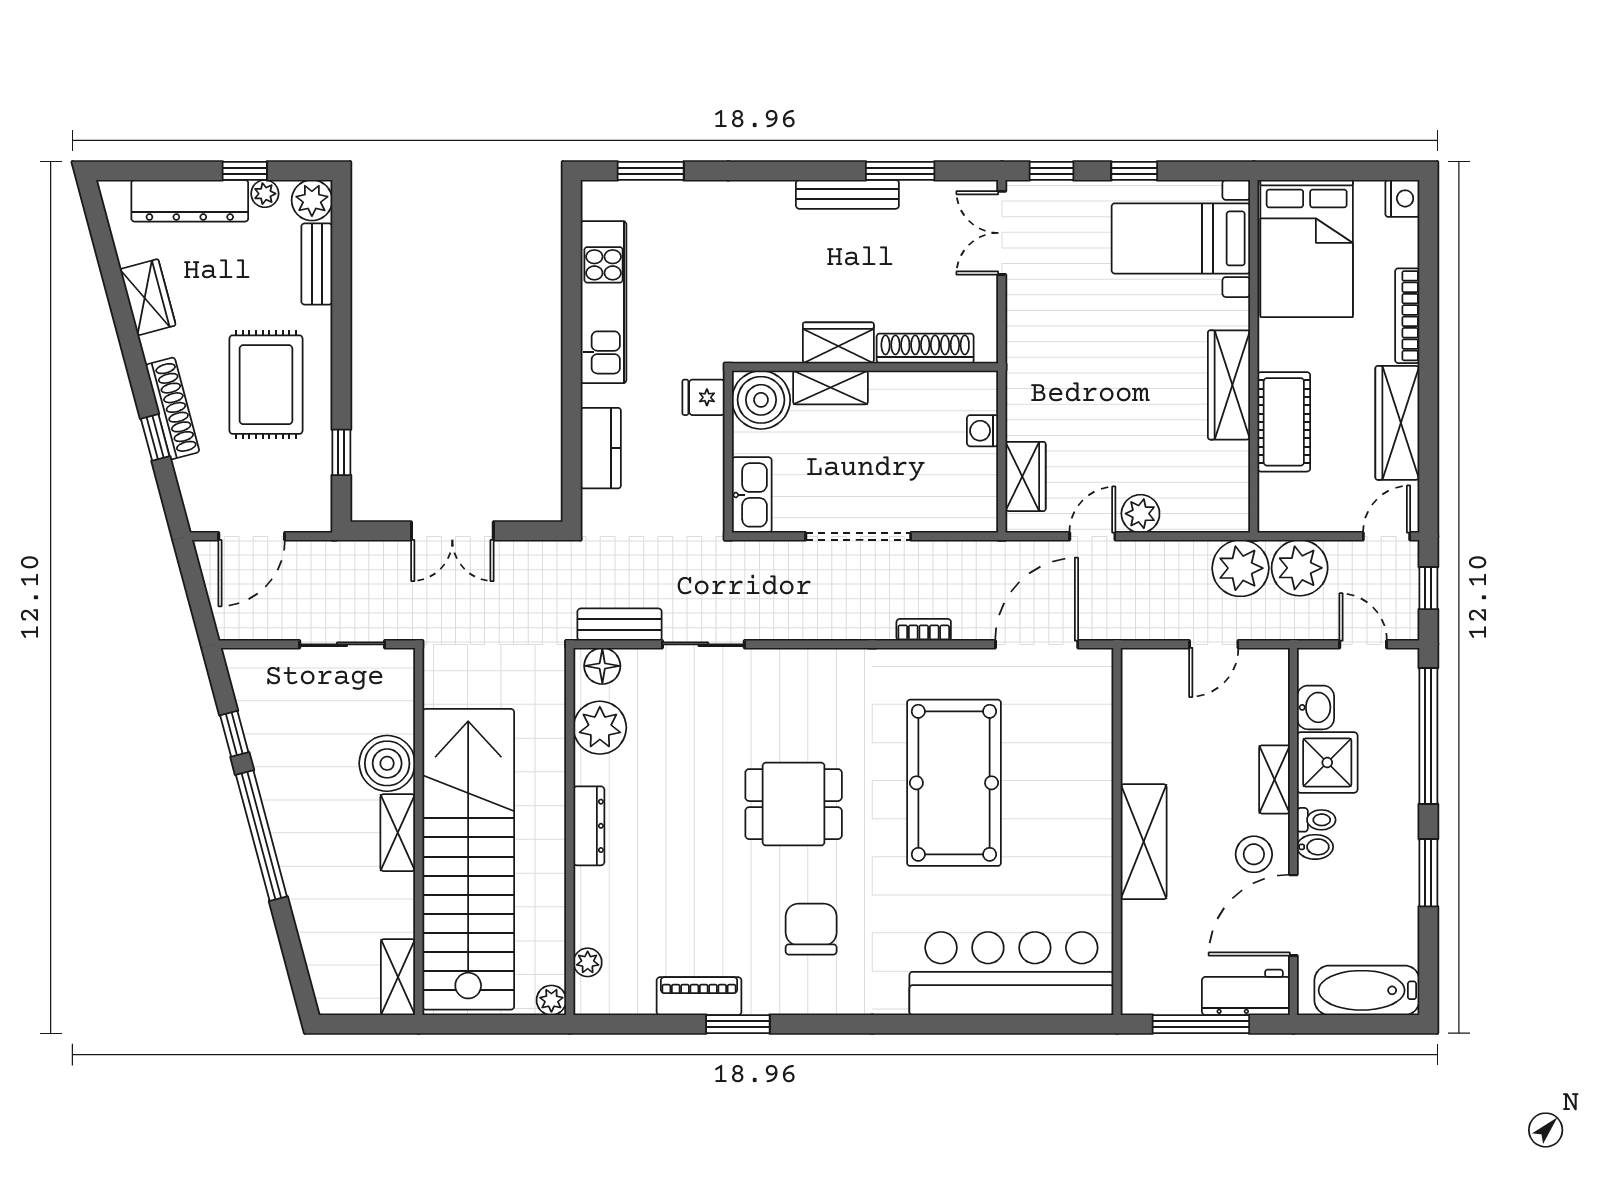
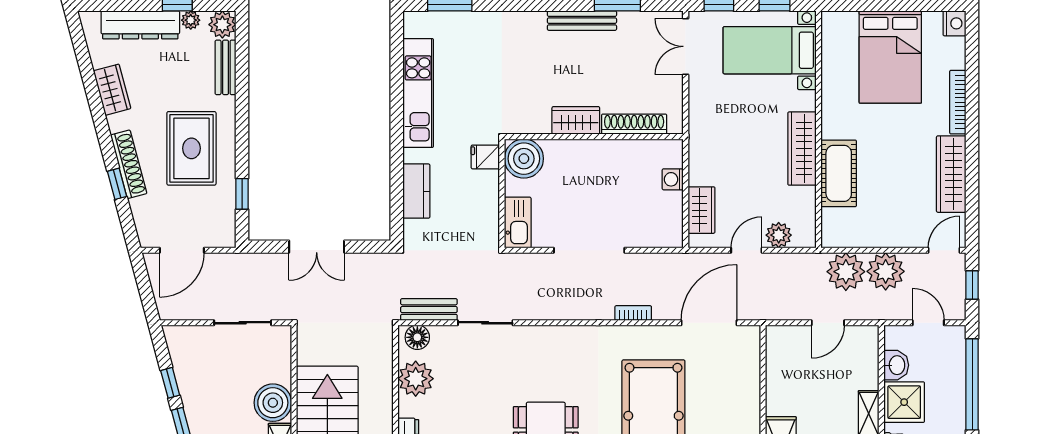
bed with nightstands: (1181, 238) -> (770, 50), moved
wall: (1254, 356) -> (819, 129), moved
wardrobe: (1229, 385) -> (802, 149), moved
shelving: (830, 388) -> (571, 150), removed
cot: (1284, 422) -> (839, 173), moved

